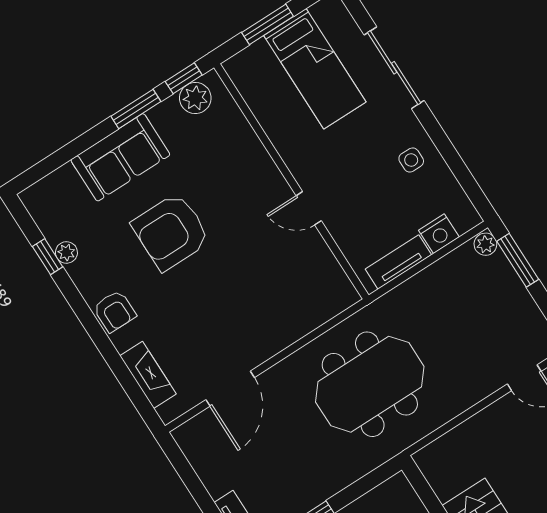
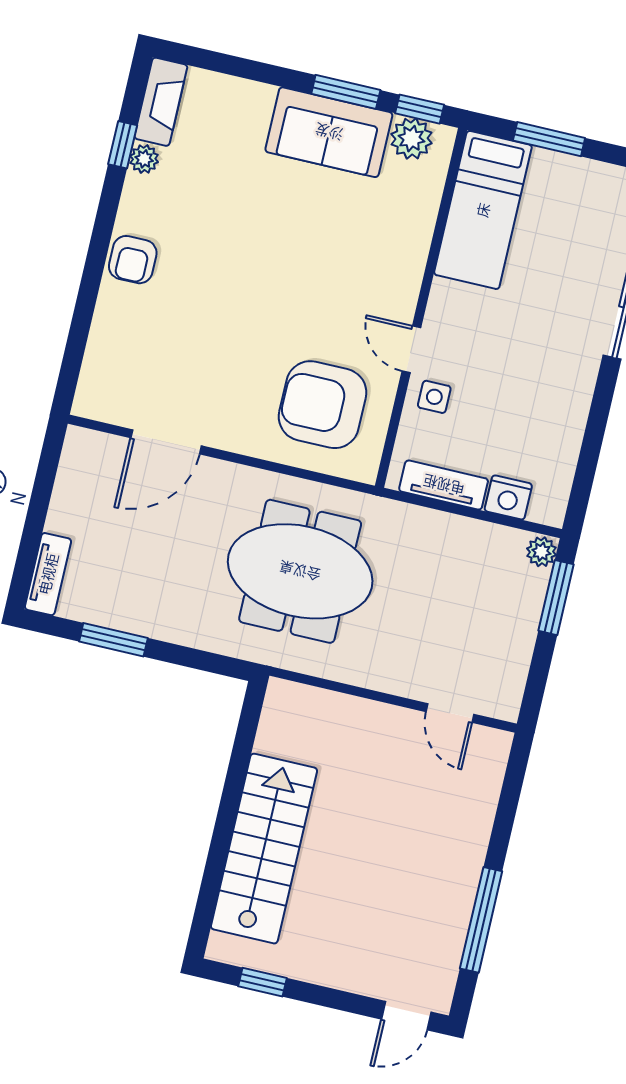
bed: (315, 69) -> (483, 210), moved
sofa: (120, 157) -> (329, 132), moved
side table: (411, 160) -> (434, 397), moved
armchair: (171, 232) -> (323, 405), moved
fireplace: (148, 375) -> (161, 102), moved

